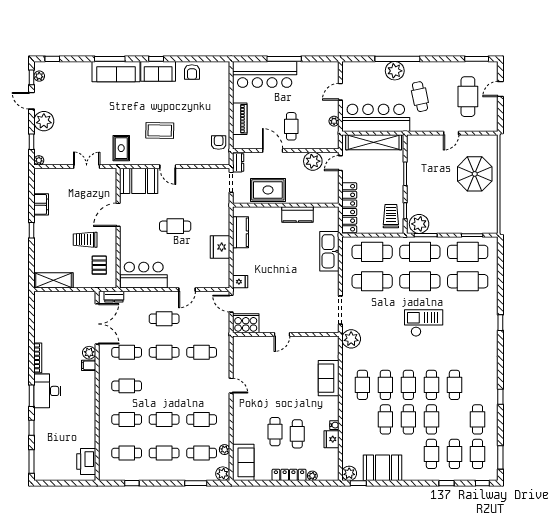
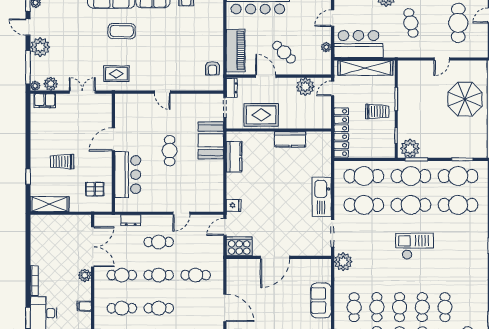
bar counter: (376, 118) -> (358, 44), width x0.73
piano: (240, 119) -> (236, 51), width x1.37, depth x1.33
cafe table: (291, 126) -> (284, 52), turned -46
coffee table: (160, 131) -> (122, 31), moved
window: (32, 142) -> (28, 67), width x2.17
armchair: (219, 143) -> (212, 68), turned 180
rug: (121, 148) -> (116, 74), turned 90
plant: (55, 158) -> (51, 84), added
booth: (139, 181) -> (211, 140), moved, turned 90
filing cabinet: (41, 204) -> (45, 101), moved, turned 90
trolley: (391, 216) -> (377, 112), moved, turned 90
cafe table: (175, 226) -> (170, 151), turned 90
window: (32, 230) -> (28, 177), moved
trolley: (85, 240) -> (62, 162), moved
fridge: (220, 247) -> (214, 171), removed
kitchen sink: (329, 251) -> (322, 197), moved
pallet: (99, 265) -> (95, 189), turned 90
bar counter: (144, 275) -> (128, 175), moved, turned 90
dresser: (114, 297) -> (131, 220), moved
door: (231, 304) -> (225, 227), hinge flipped
door: (282, 334) -> (275, 257), width x1.88
filing cabinet: (89, 365) -> (84, 306), moved
cafe table: (164, 386) -> (159, 308), added
door: (231, 386) -> (225, 308), width x1.88

